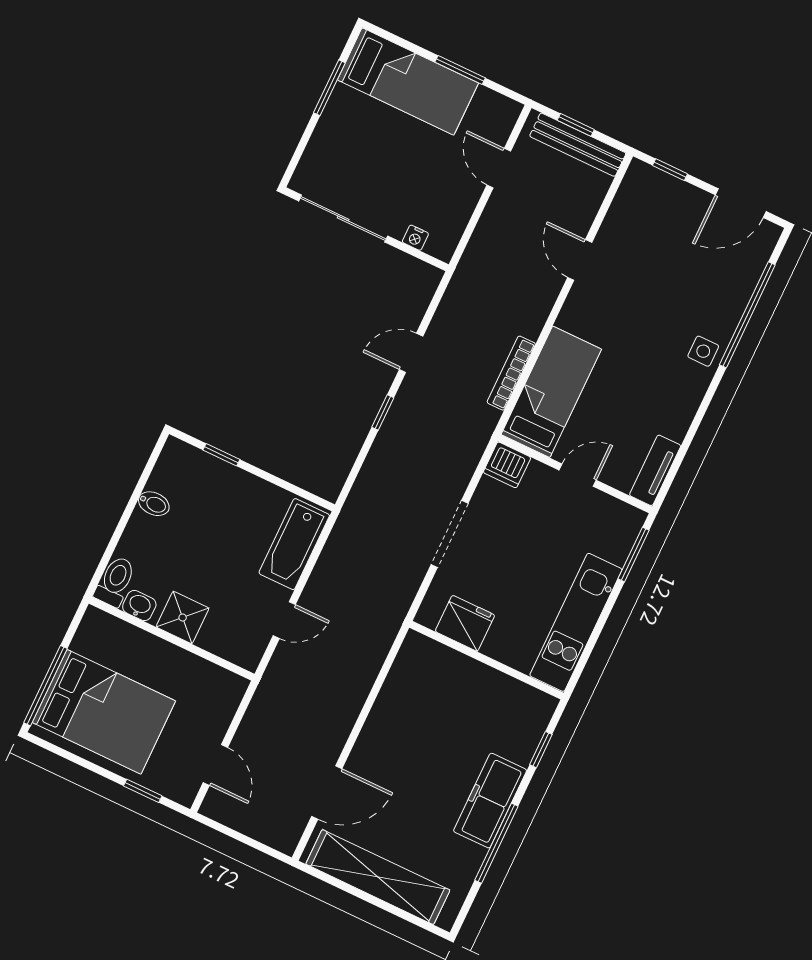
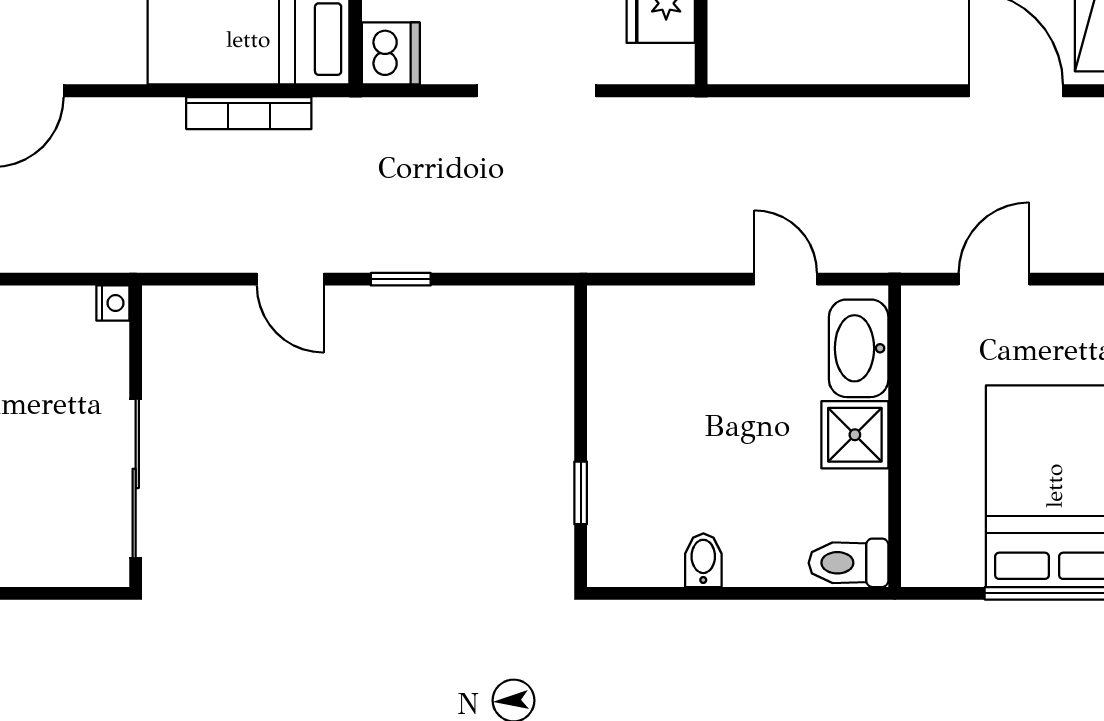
nightstand: (415, 238) -> (113, 303), moved
bathtub: (294, 544) -> (664, 319), removed
washbasin: (139, 606) -> (859, 348), moved, width x1.91, depth x1.45
door: (215, 765) -> (994, 279), moved

